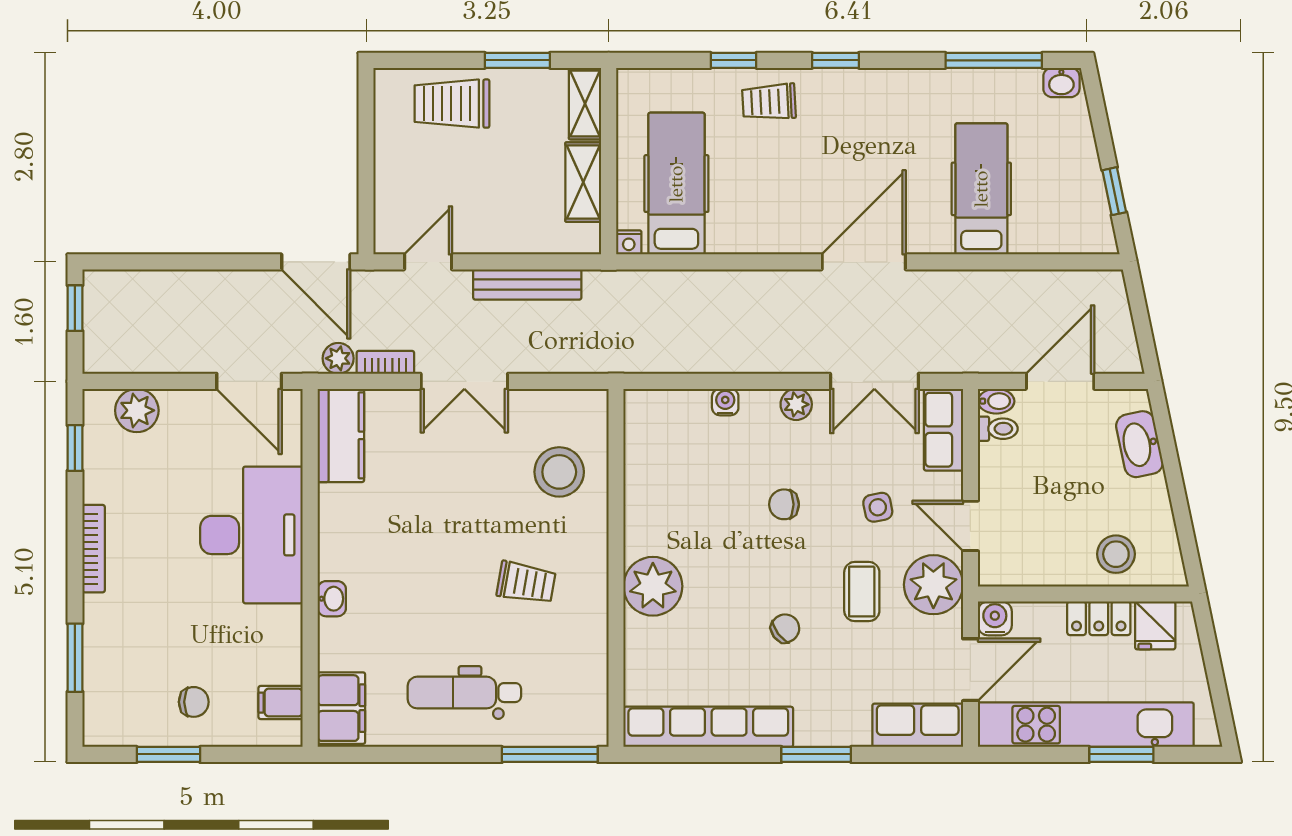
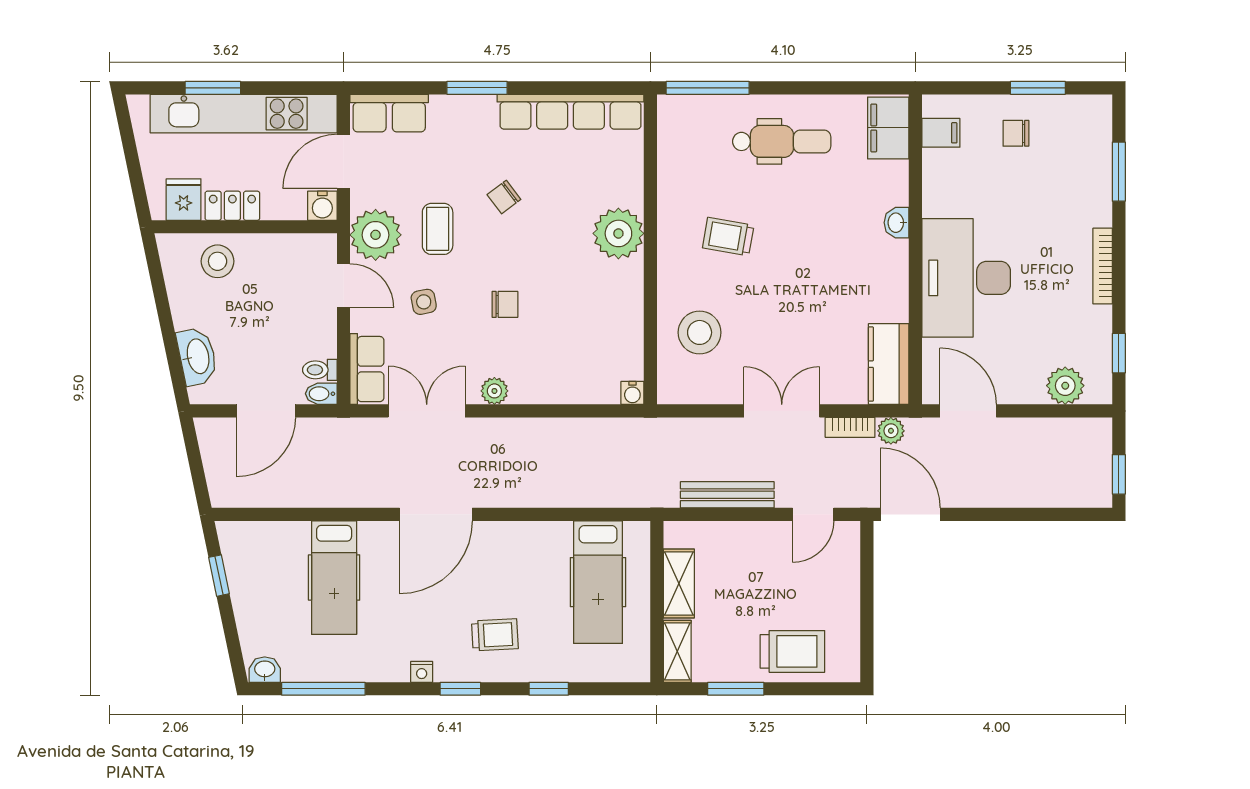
trolley: (769, 102) -> (495, 635), moved
nightstand: (629, 242) -> (422, 672), moved, turned 180
water cooler: (725, 402) -> (632, 393), moved

